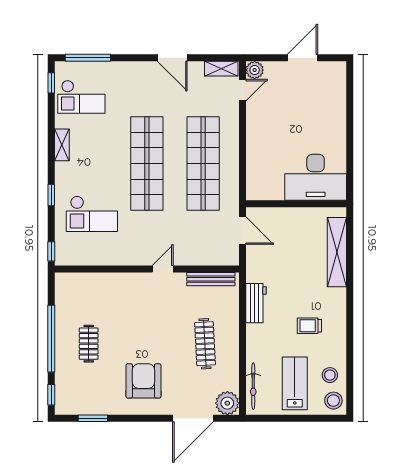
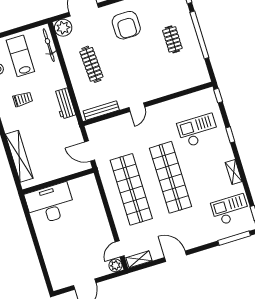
lab bench: (295, 383) -> (20, 56), turned 180

